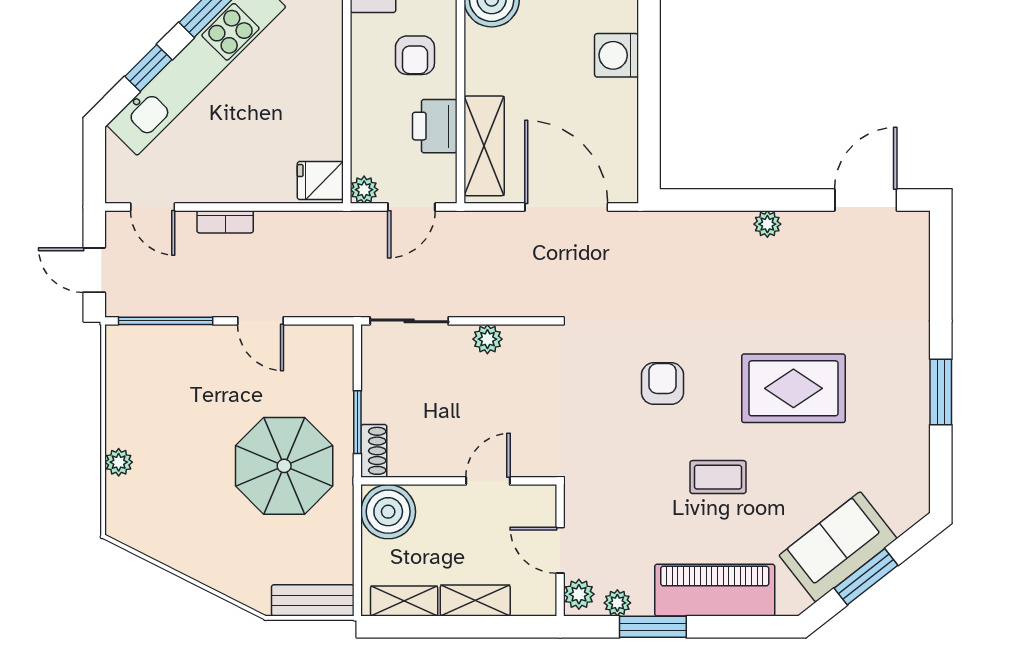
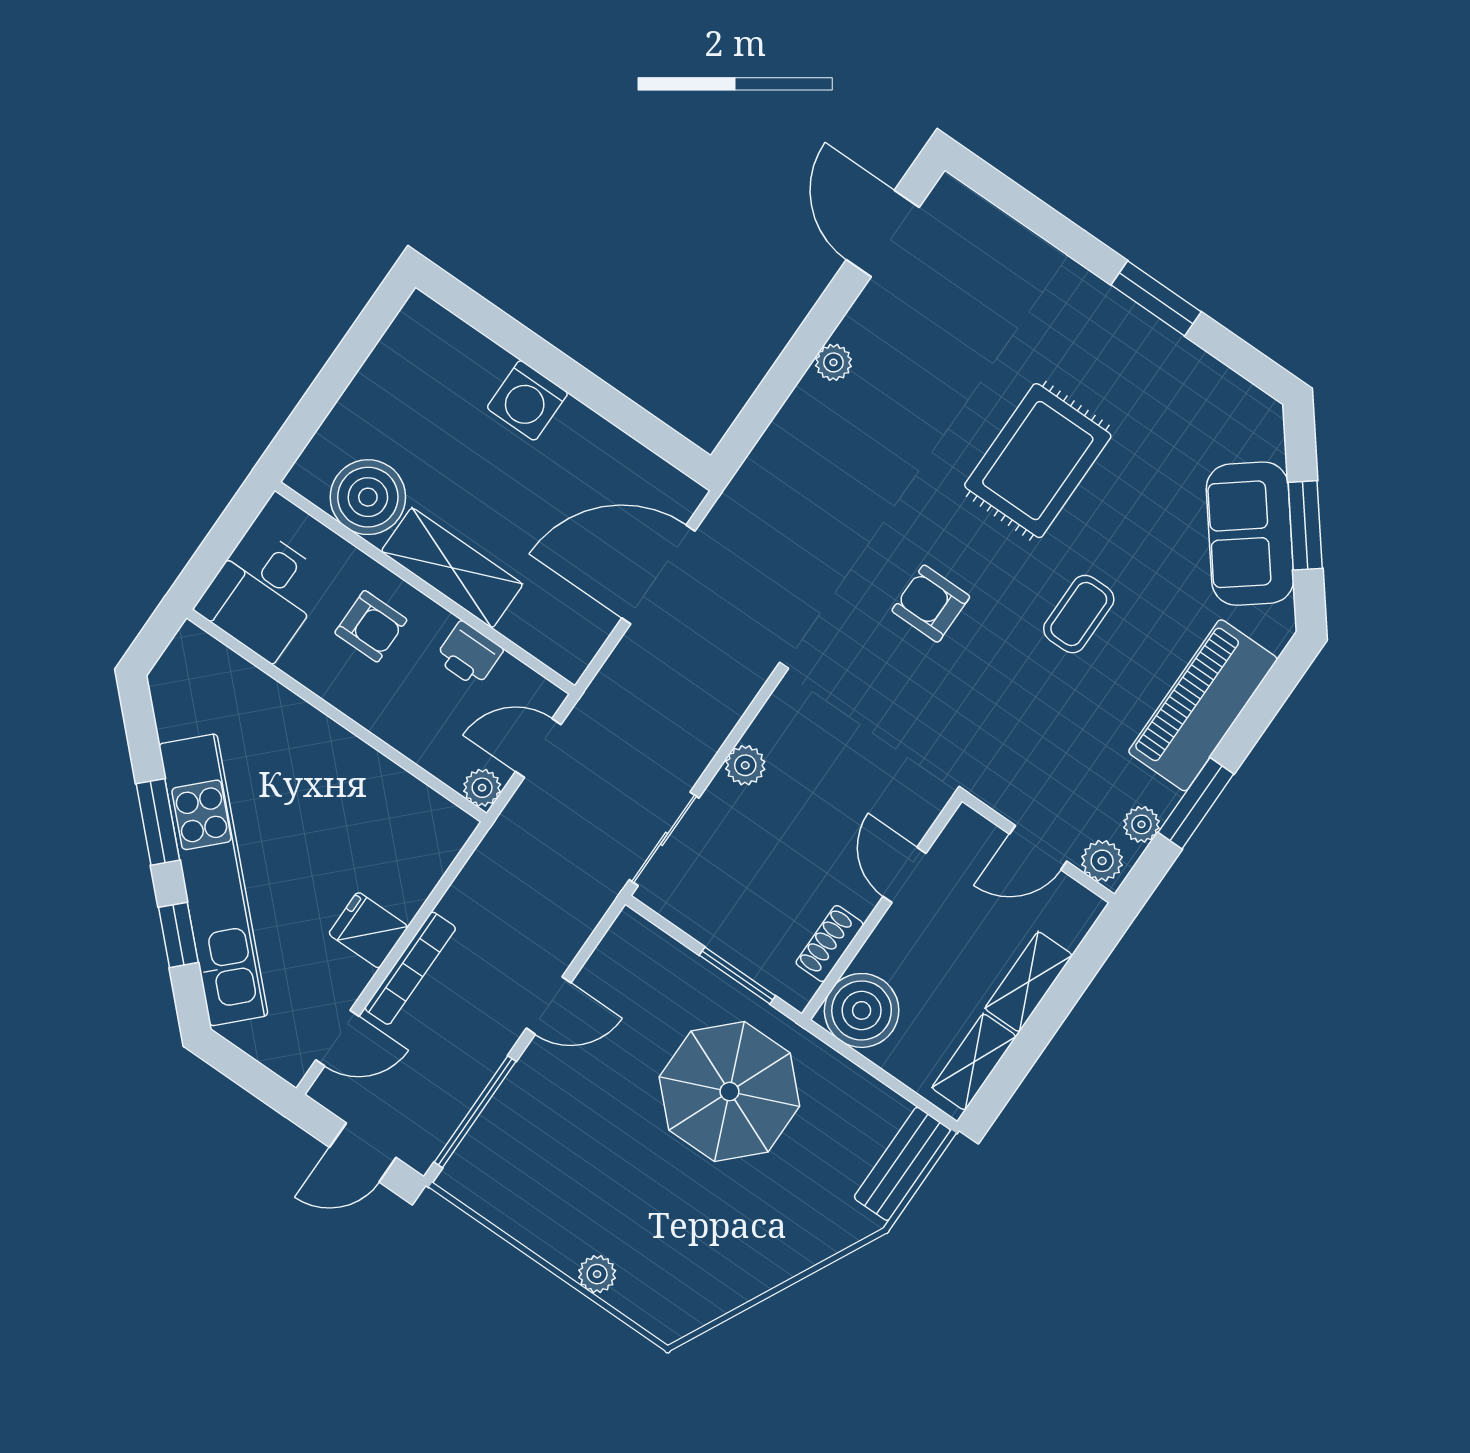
printer: (435, 126) -> (469, 654), width x0.73, depth x0.81
shelving: (484, 146) -> (452, 568), moved
fridge: (320, 180) -> (368, 930), moved, turned 90
door: (411, 207) -> (538, 748), swing flipped
bookcase: (225, 222) -> (410, 968), width x1.56
shoe rack: (374, 451) -> (830, 944), moved, turned -90

